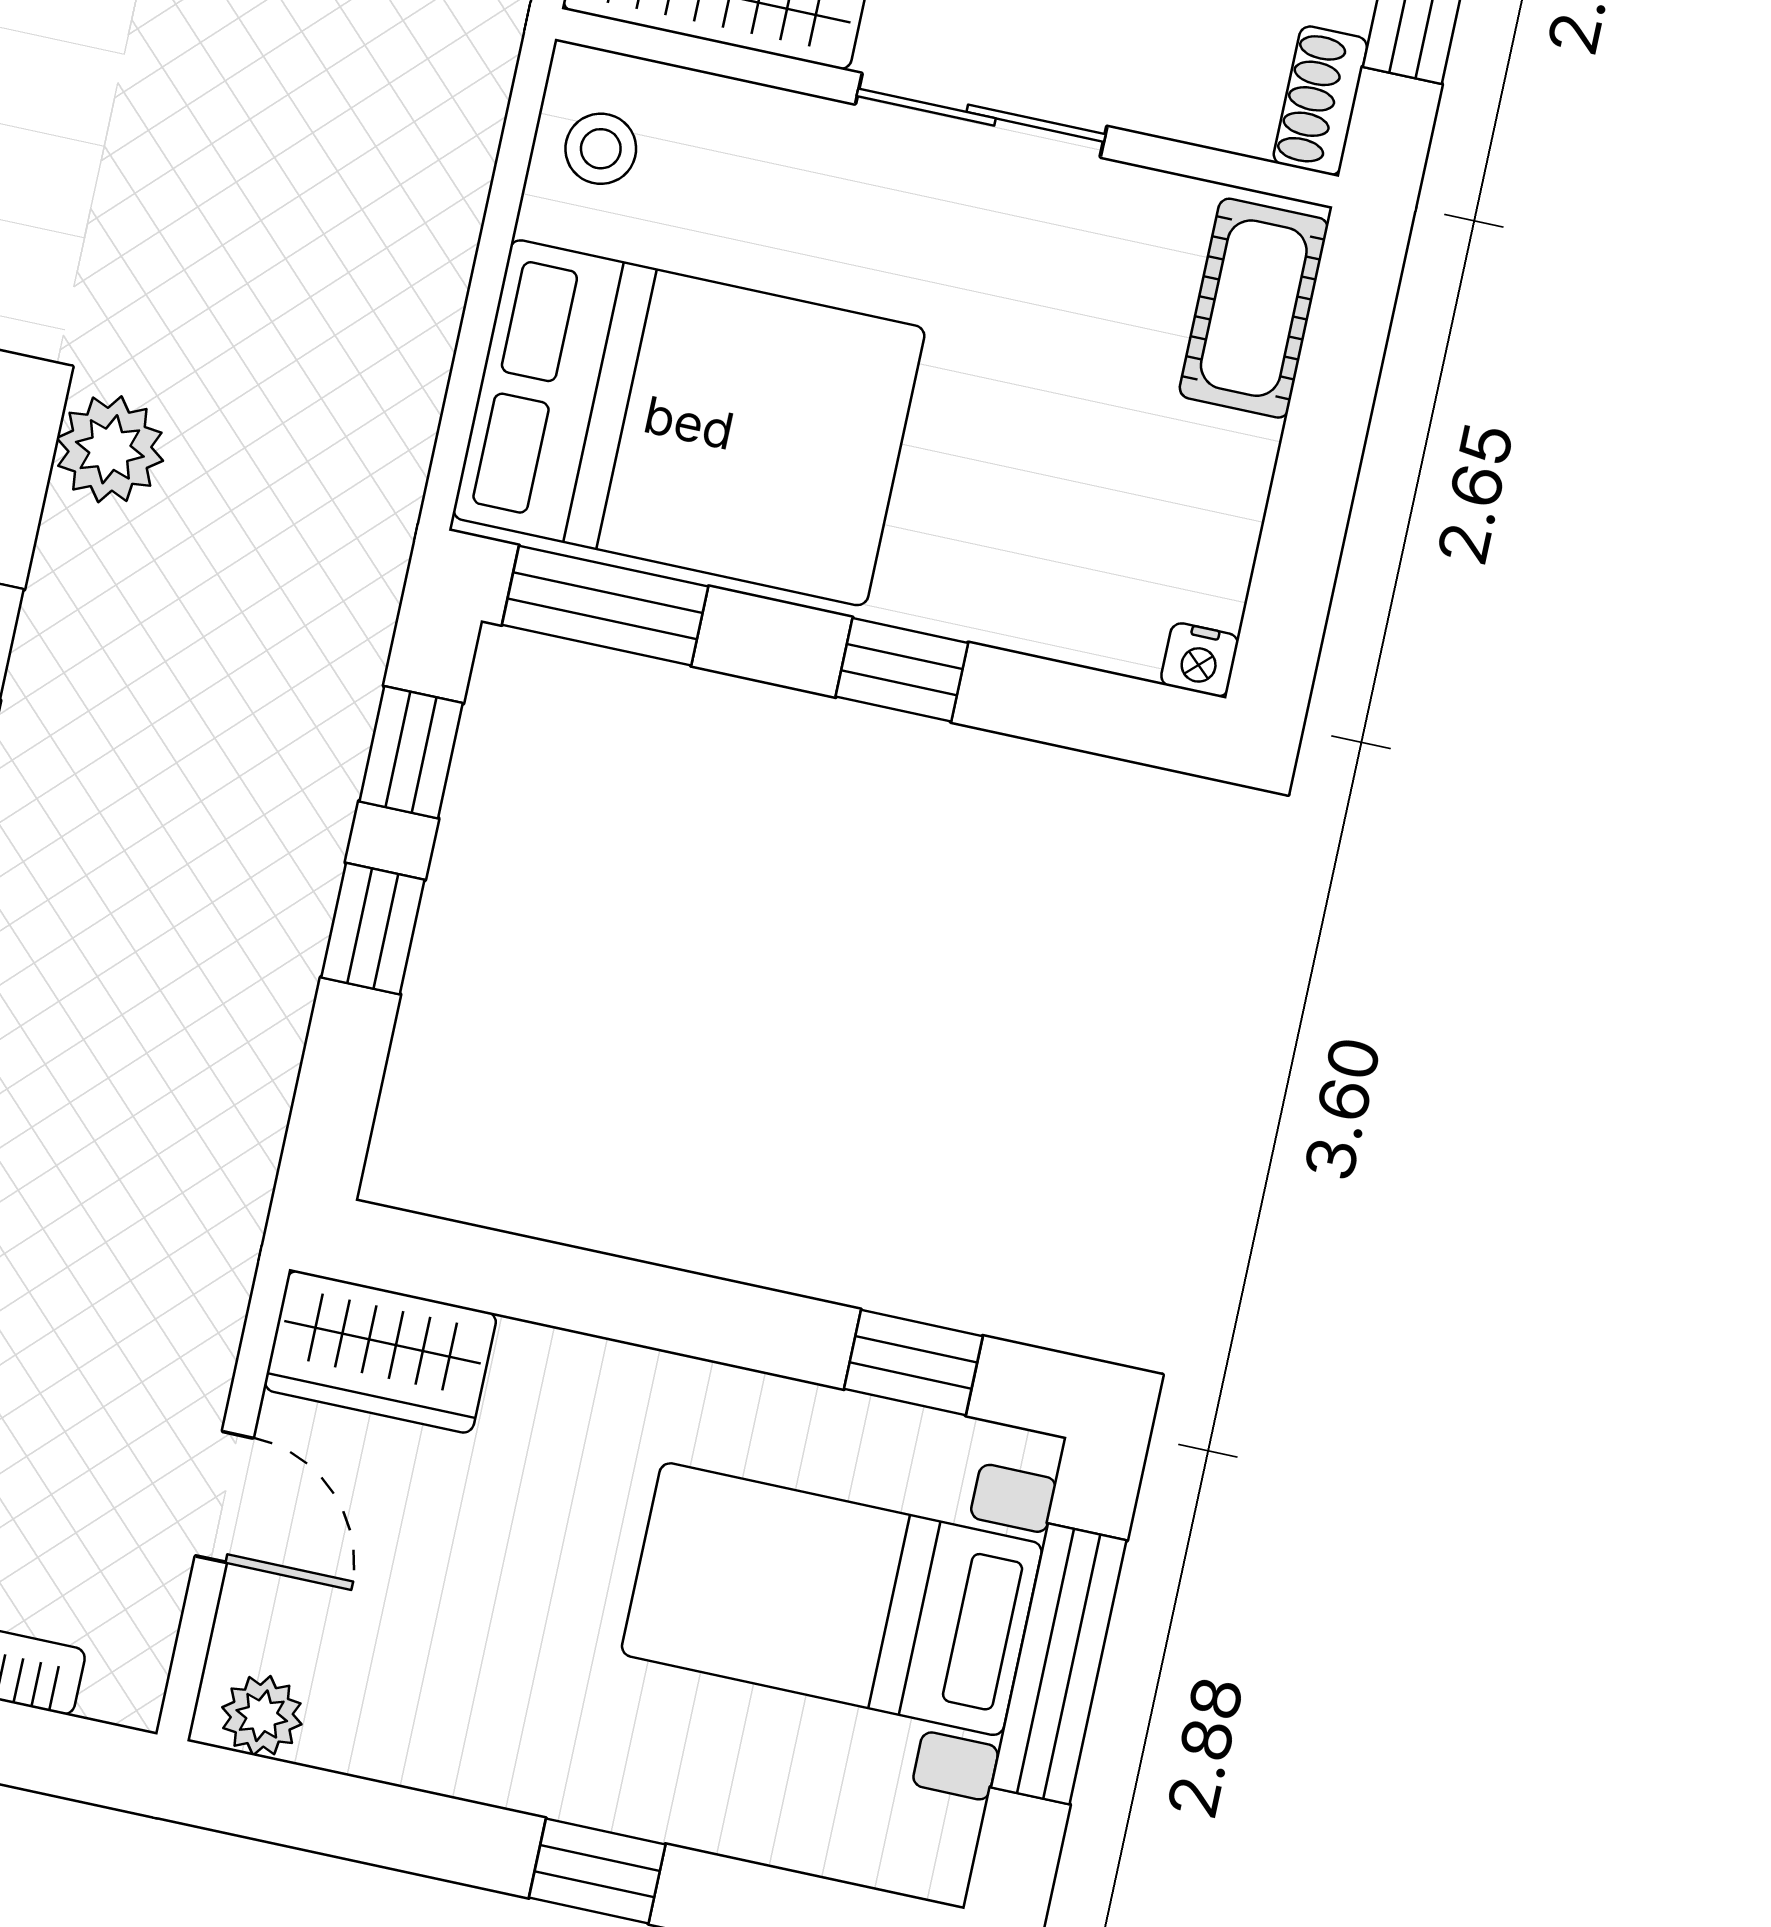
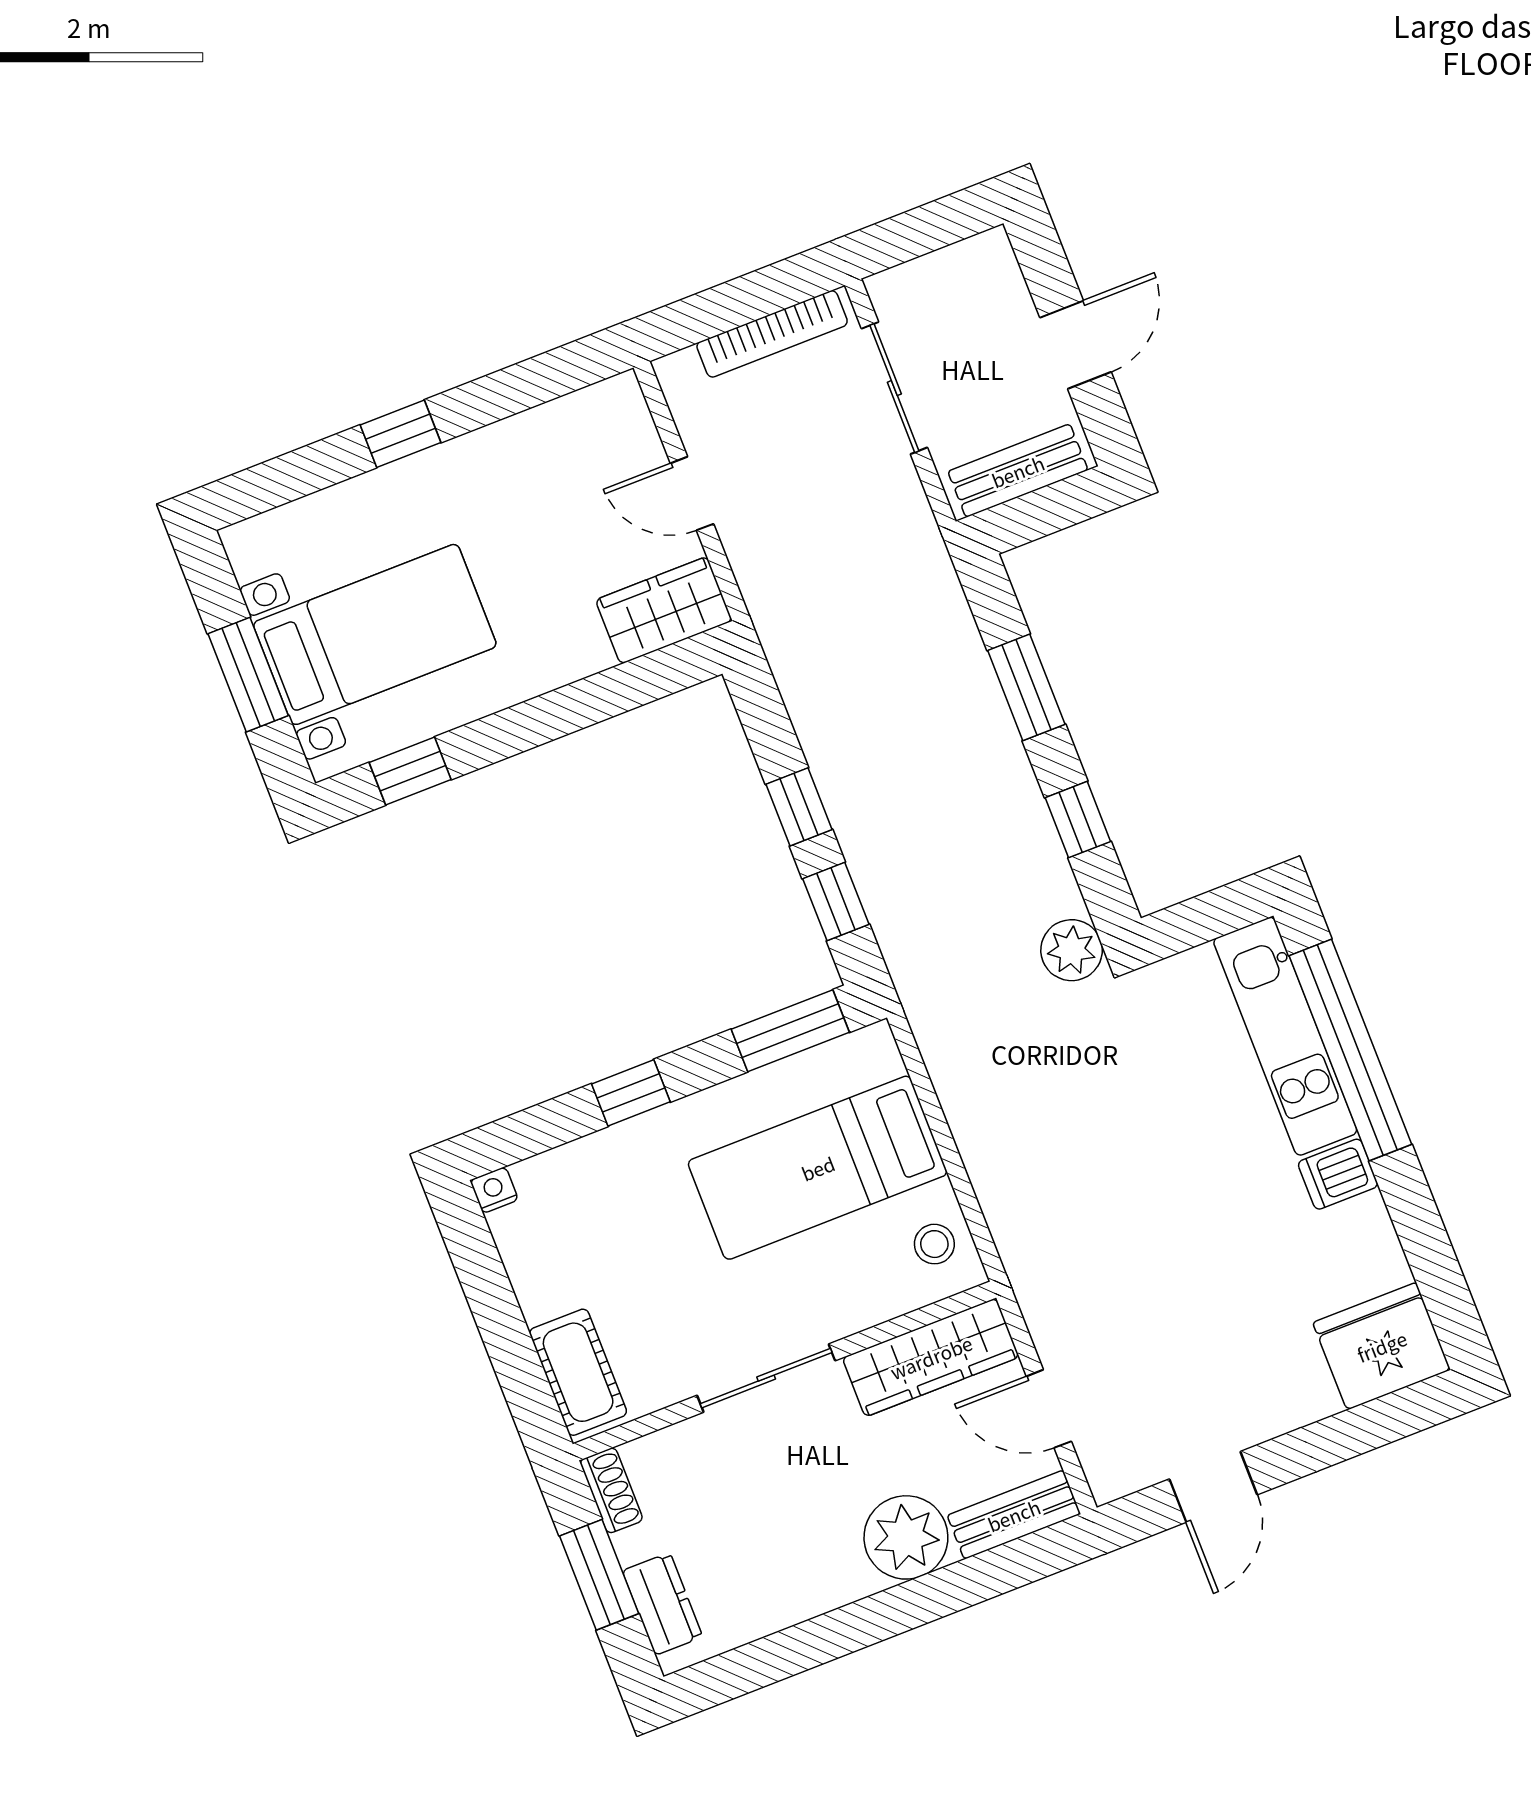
bed: (689, 423) -> (818, 1168), width x0.67
window: (1059, 1664) -> (248, 675), width x0.69
plant: (262, 1716) -> (606, 402), removed

